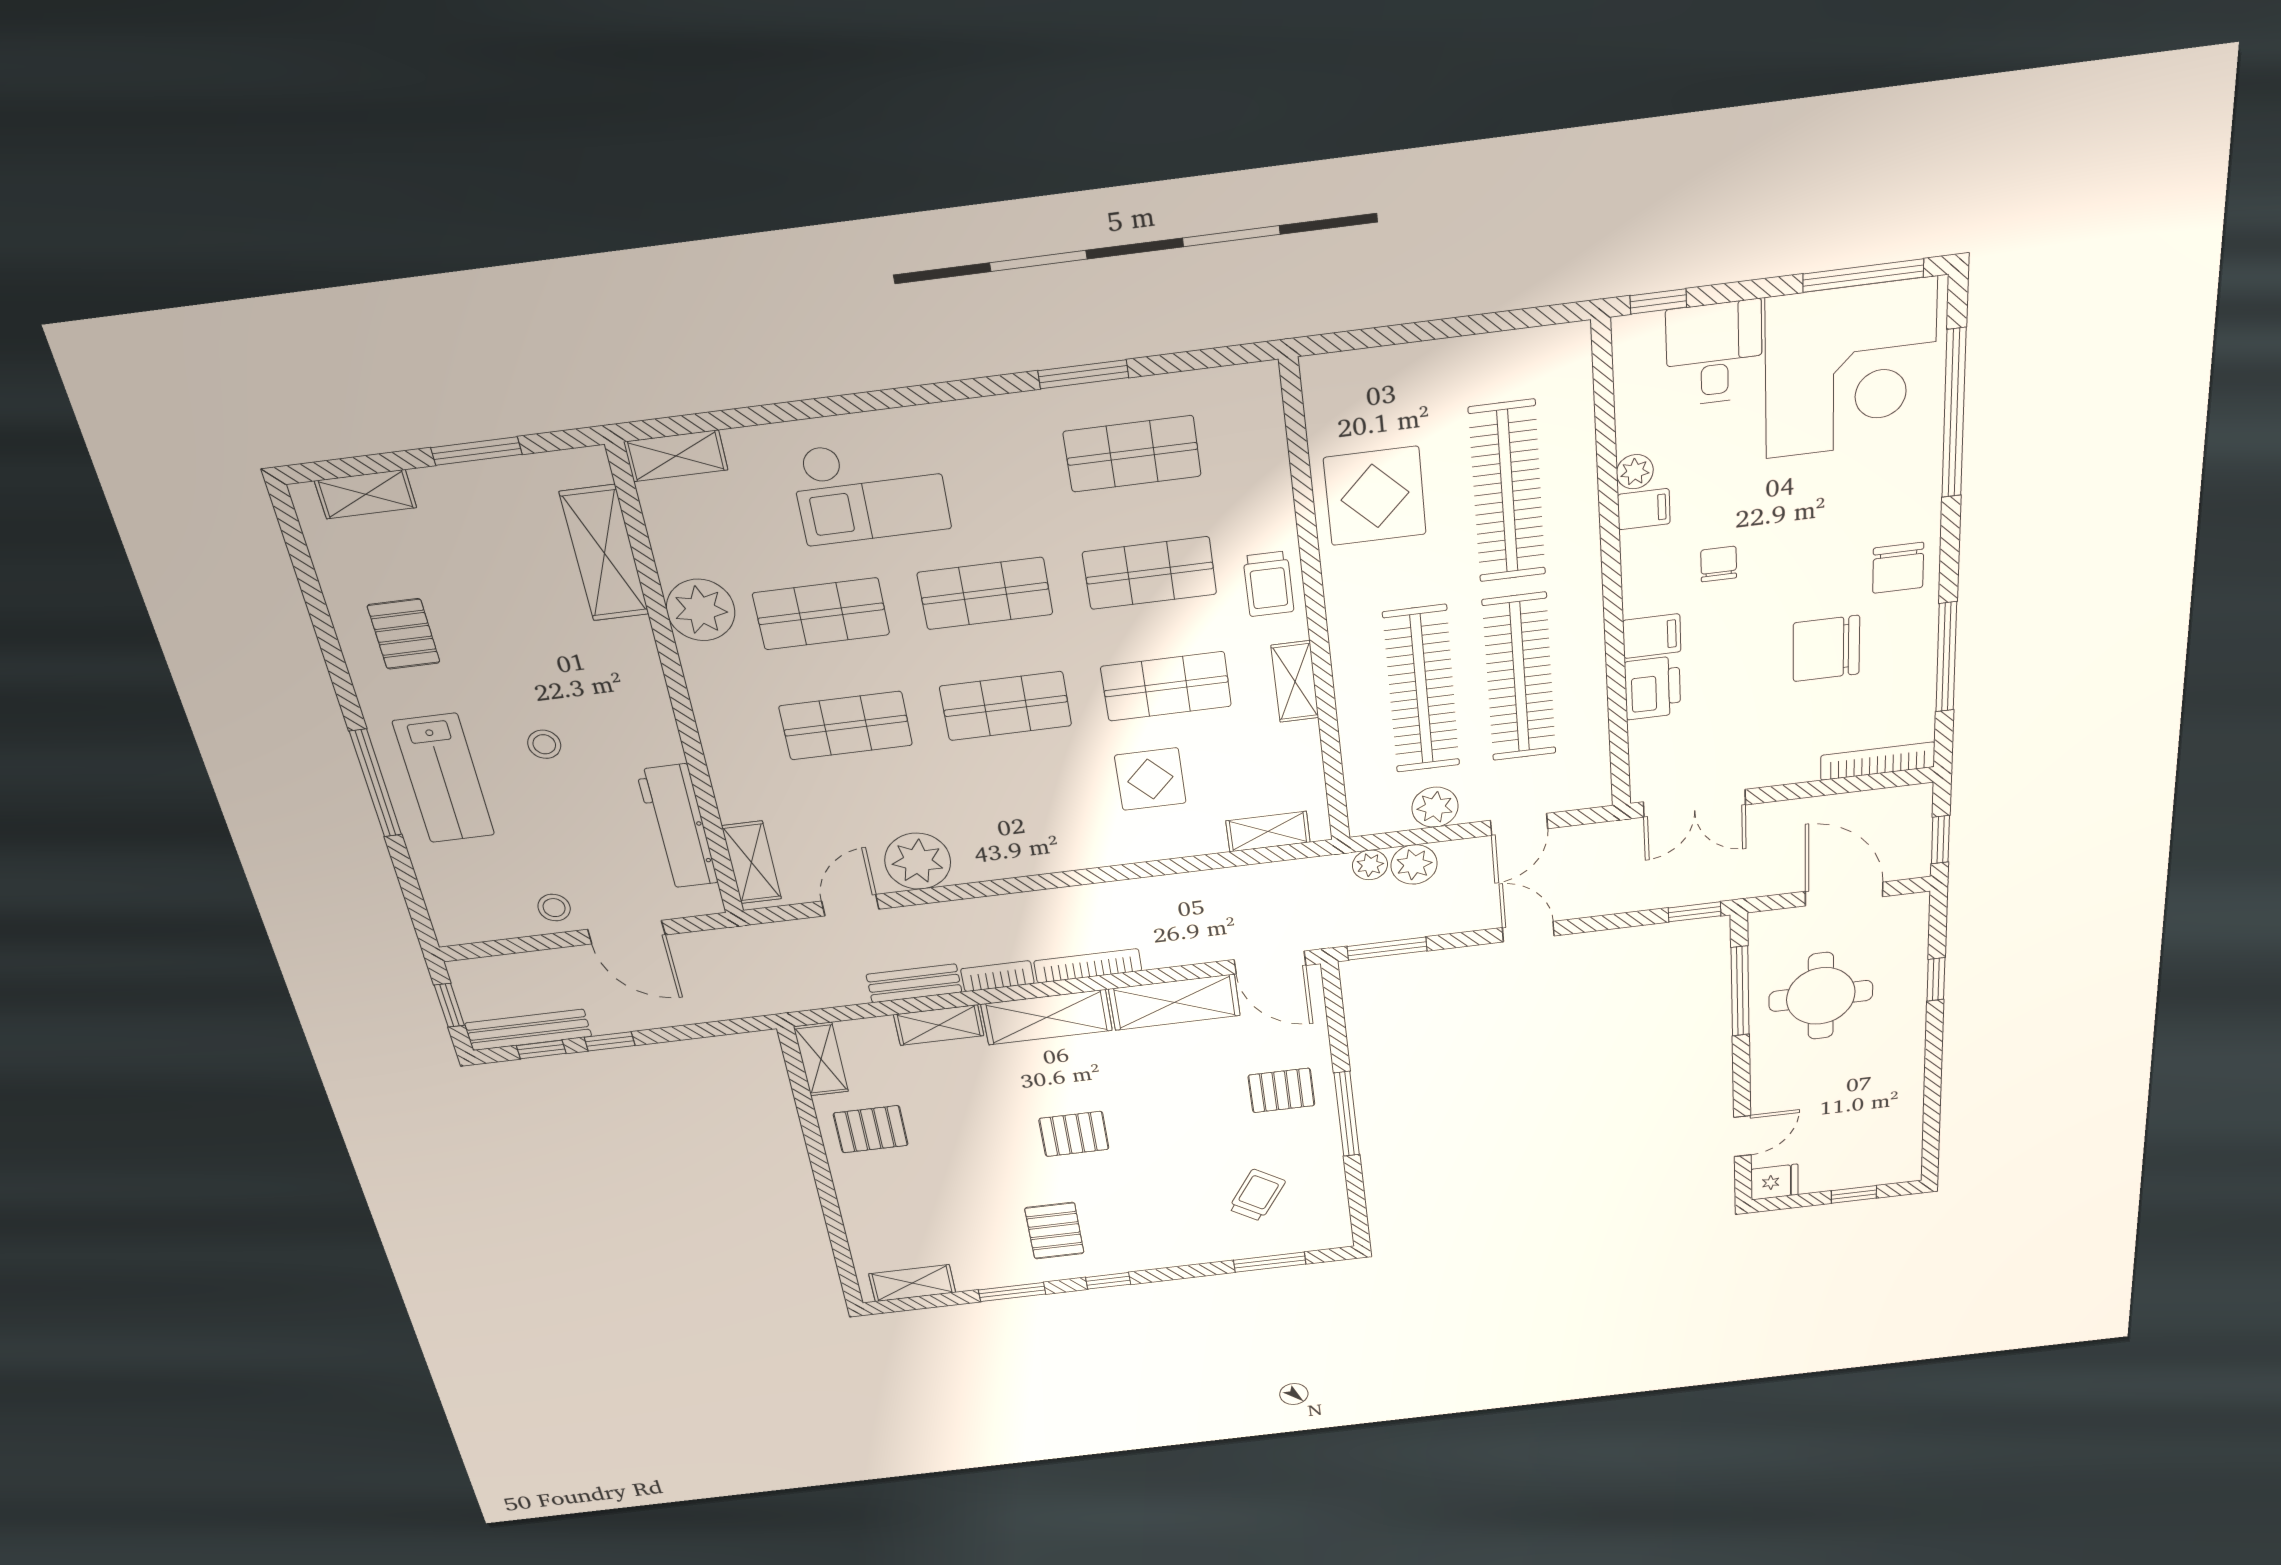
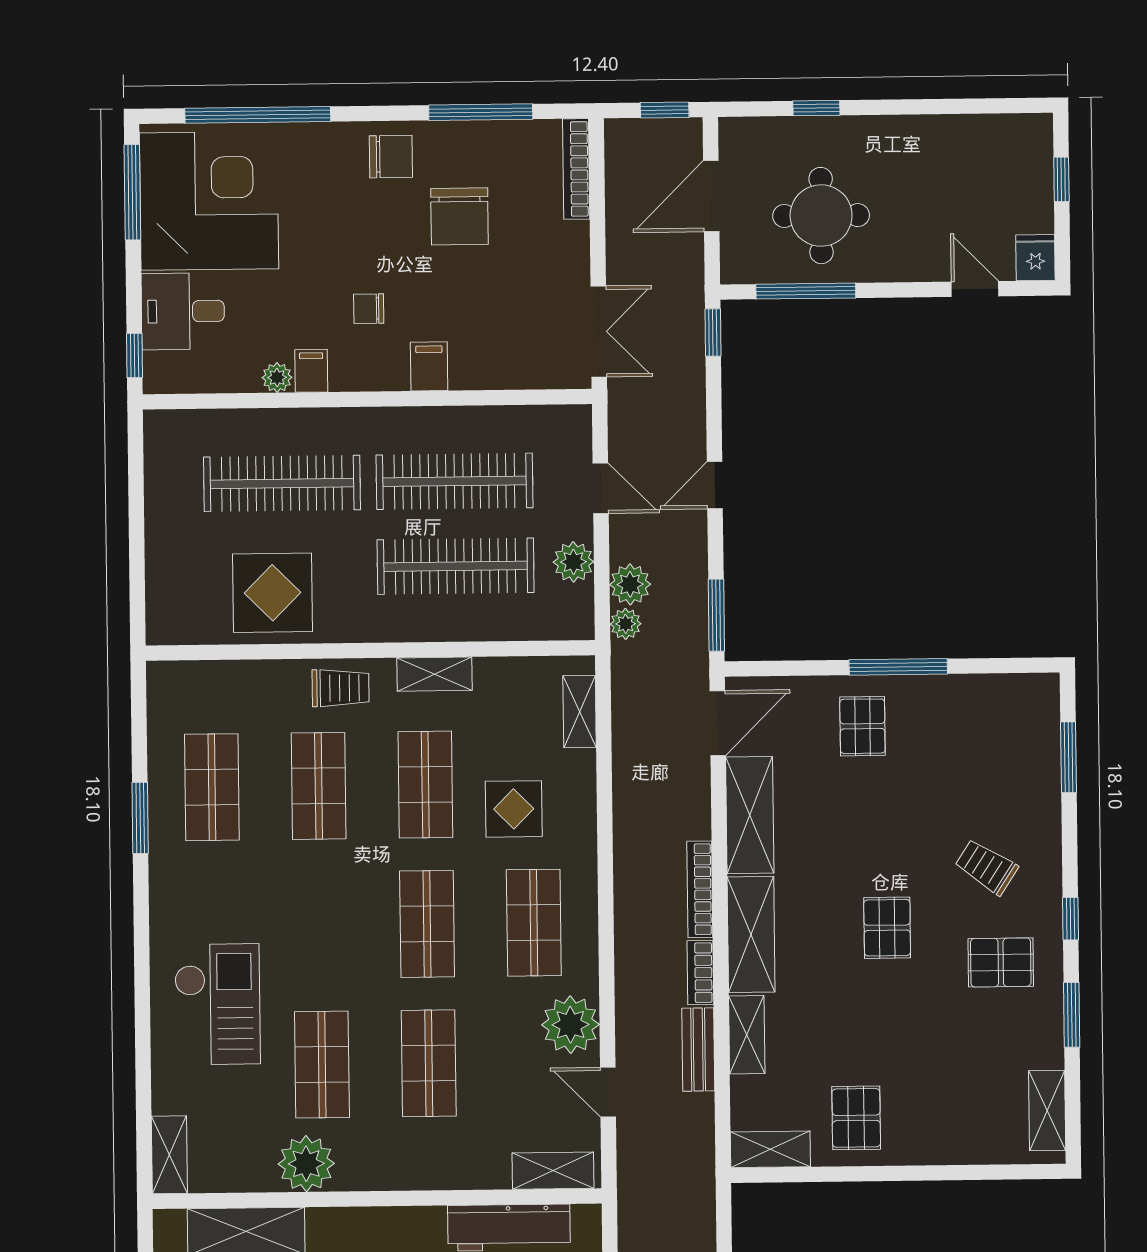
shop shelf: (985, 593) -> (534, 923), moved
printer: (1653, 688) -> (479, 367), removed
trolley: (1257, 1195) -> (986, 867), moved

